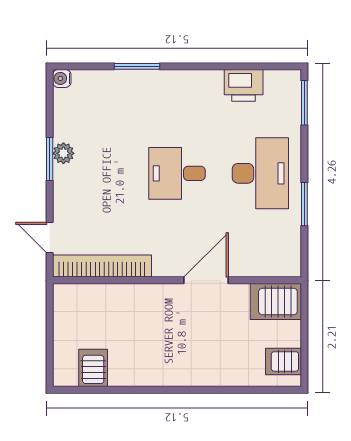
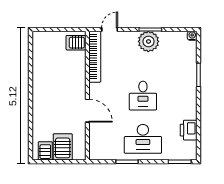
plant: (63, 153) -> (148, 41), width x1.88, depth x1.88
desk: (177, 173) -> (143, 96), turned 180
server rack: (276, 302) -> (63, 147), moved
server rack: (93, 368) -> (76, 43), moved, turned 180

